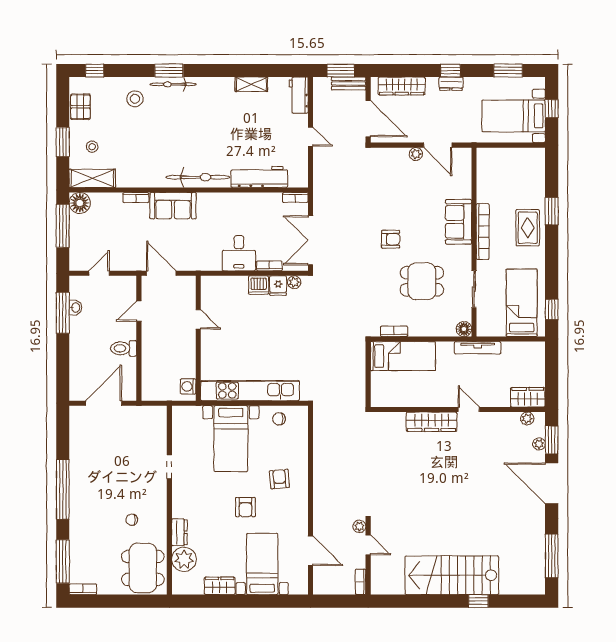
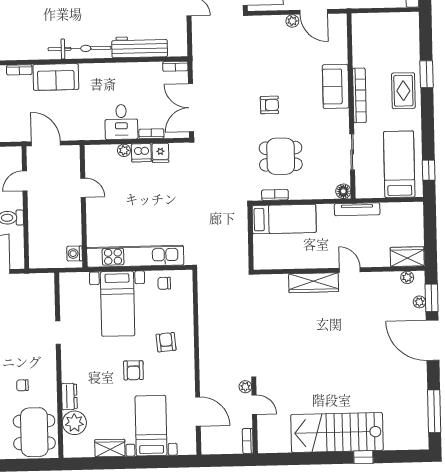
dining table: (422, 281) -> (281, 156), moved
plant: (294, 282) -> (124, 150), moved

